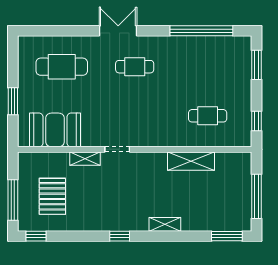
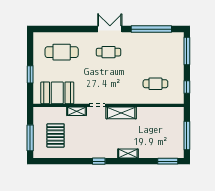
double door: (118, 31) -> (110, 29), moved
window: (257, 65) -> (187, 51), width x1.44
shelving: (191, 161) -> (121, 113), moved
window: (36, 236) -> (45, 161), removed

